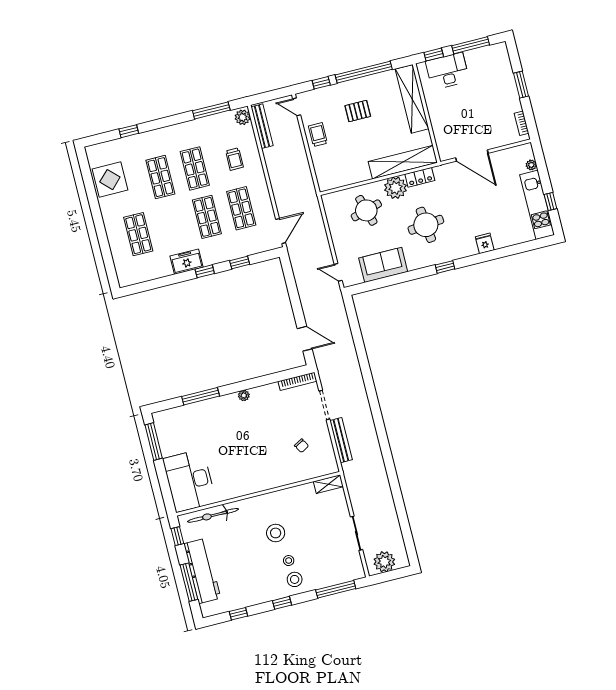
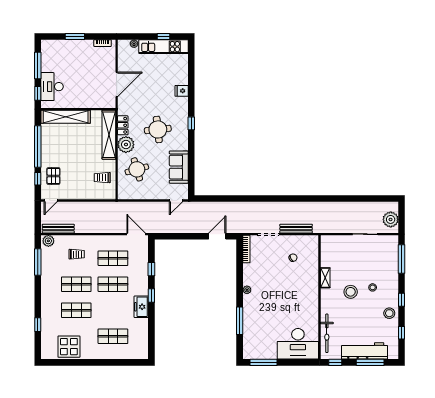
pallet: (358, 111) -> (53, 176), moved
trolley: (318, 135) -> (102, 178), moved
shelving: (328, 484) -> (325, 278), moved
stool: (295, 579) -> (389, 313), moved

